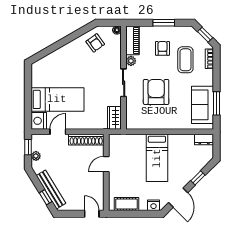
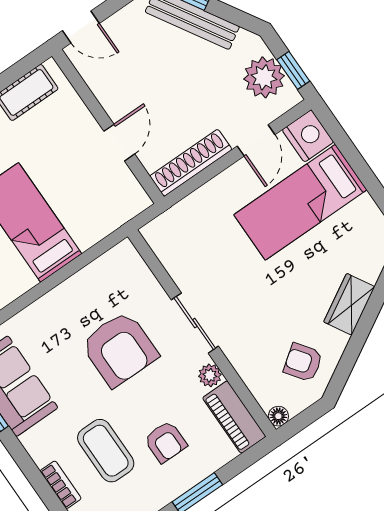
wardrobe: (114, 118) -> (349, 304), moved, turned -120
plant: (36, 156) -> (264, 77), width x1.88, depth x1.88

